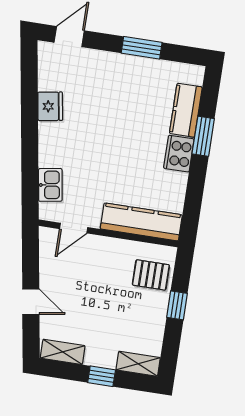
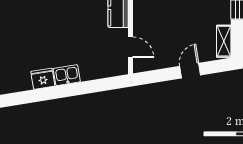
kitchen sink: (50, 185) -> (67, 75), moved

